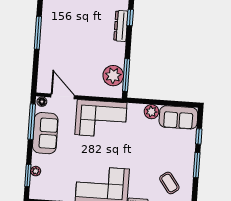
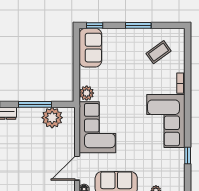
window: (126, 75) -> (35, 104), moved
plant: (151, 112) -> (87, 93), moved
window: (199, 136) -> (95, 25), moved

